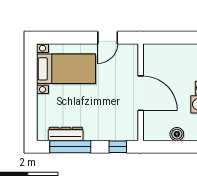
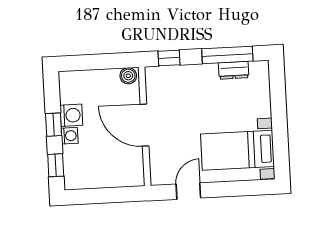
dresser: (66, 134) -> (234, 70), width x0.70
boiler: (177, 134) -> (128, 76), moved

